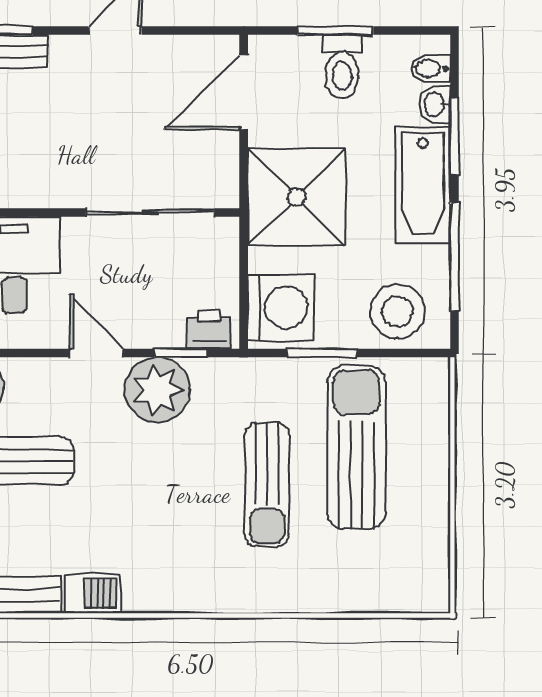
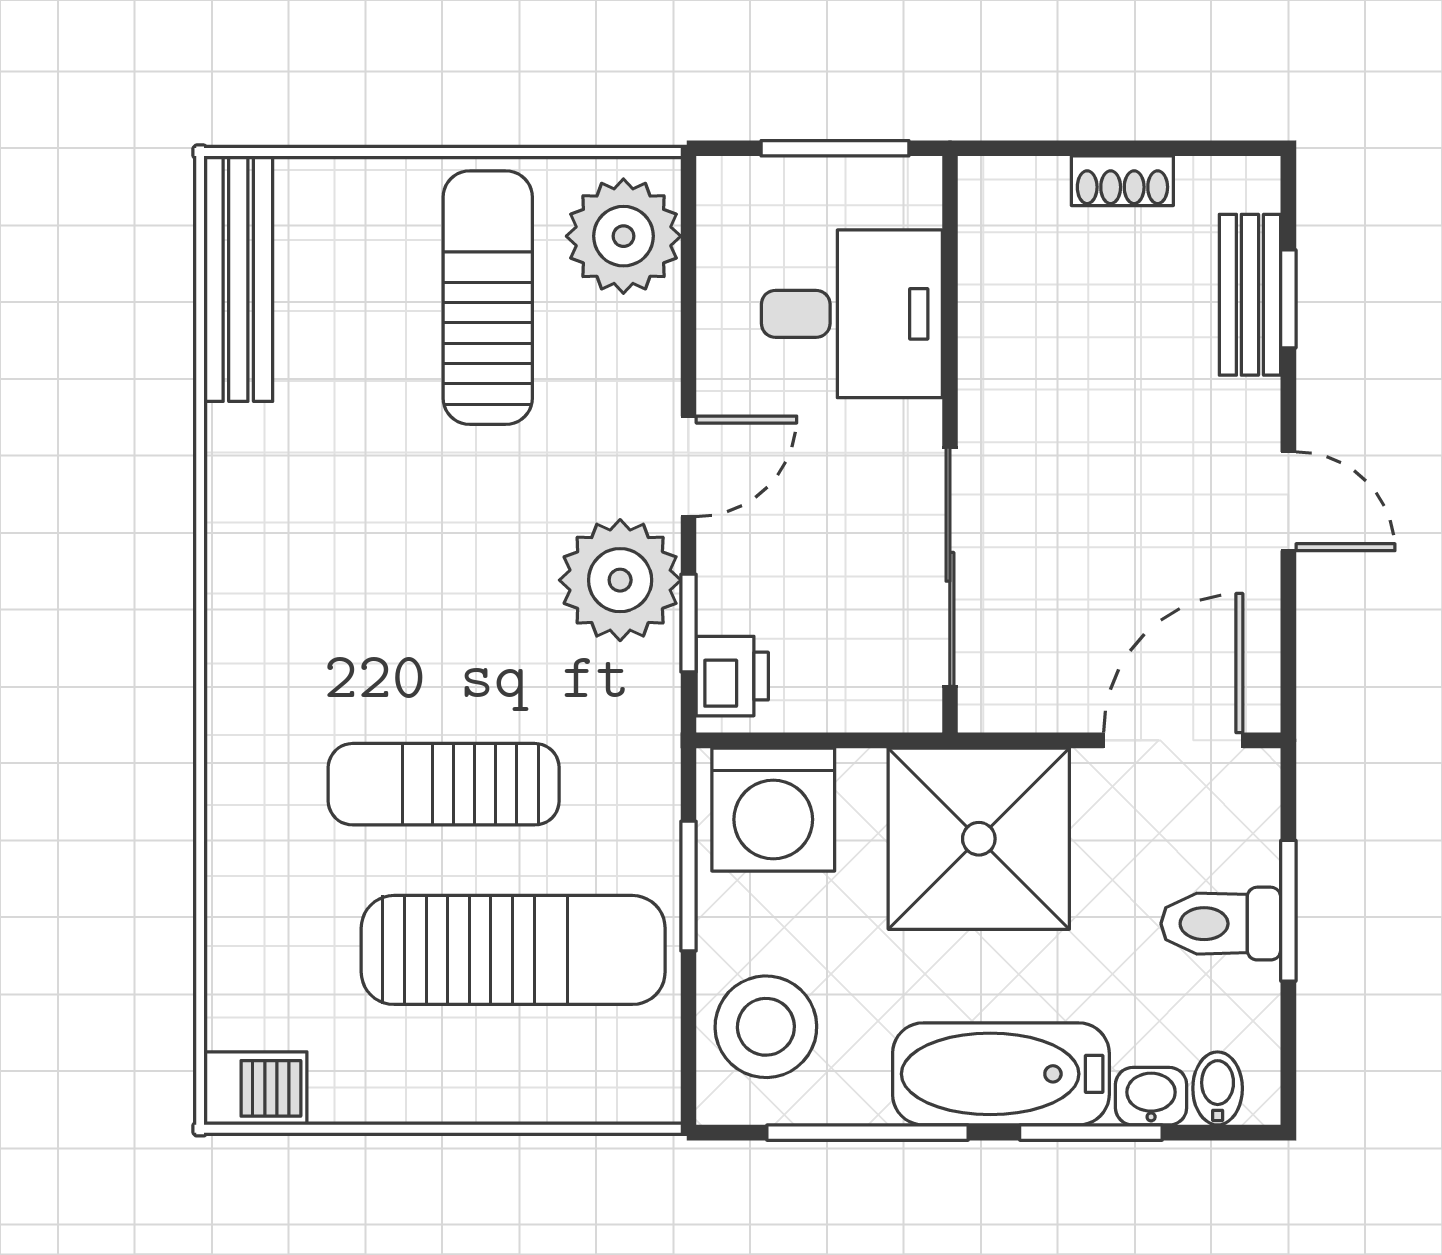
door: (244, 92) -> (1173, 740), hinge flipped
barbecue: (92, 594) -> (255, 1088), moved, turned -90

